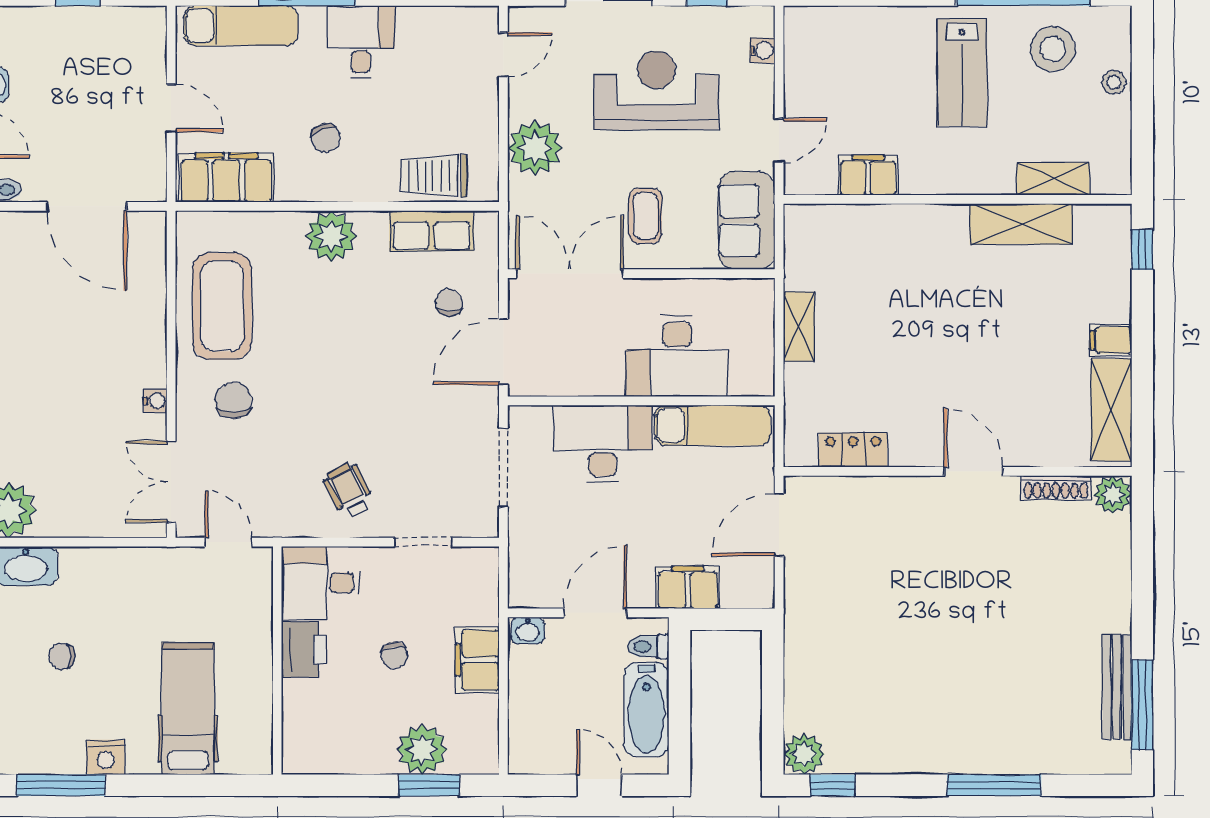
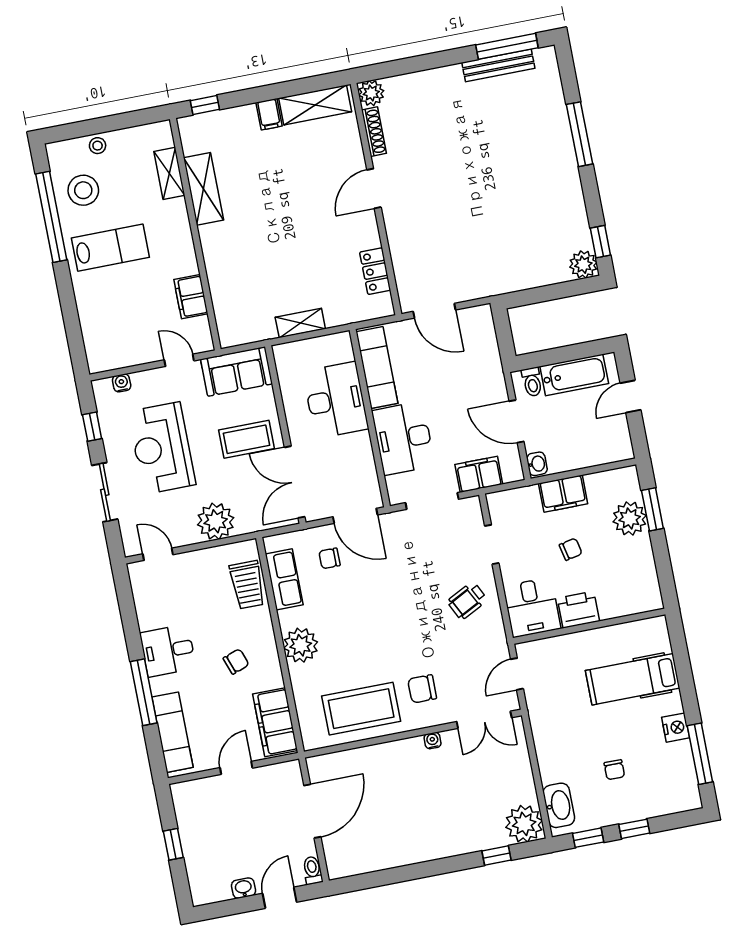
coffee table: (645, 216) -> (247, 439), width x1.36, depth x1.30
filing cabinet: (688, 587) -> (479, 474), moved, turned 90

